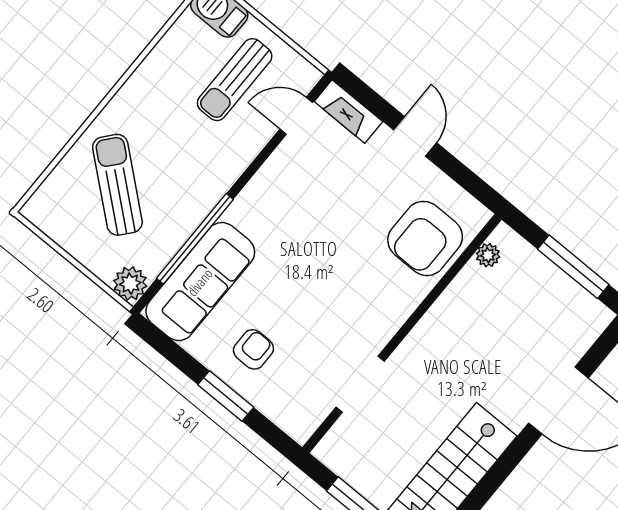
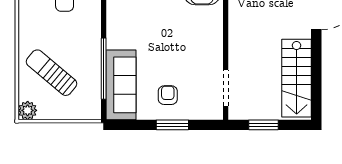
plant: (130, 284) -> (28, 110), moved
doorway: (360, 384) -> (226, 88), moved

